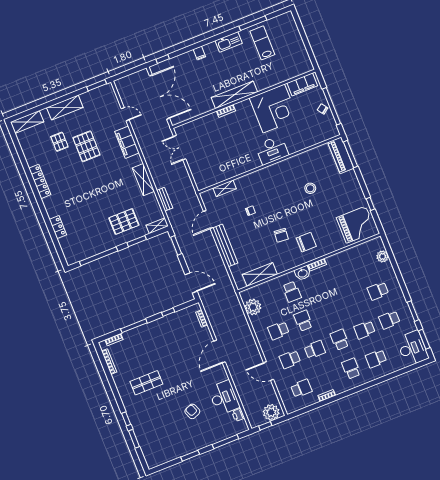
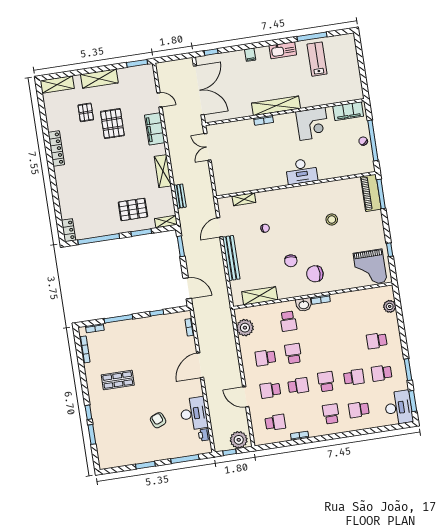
corner desk: (274, 109) -> (312, 124), width x0.74, depth x0.74
grand piano: (356, 225) -> (370, 268), turned 90
locker: (58, 227) -> (69, 230), moved
chair: (306, 242) -> (315, 274), turned 180
school desk: (364, 330) -> (354, 377), turned 180

